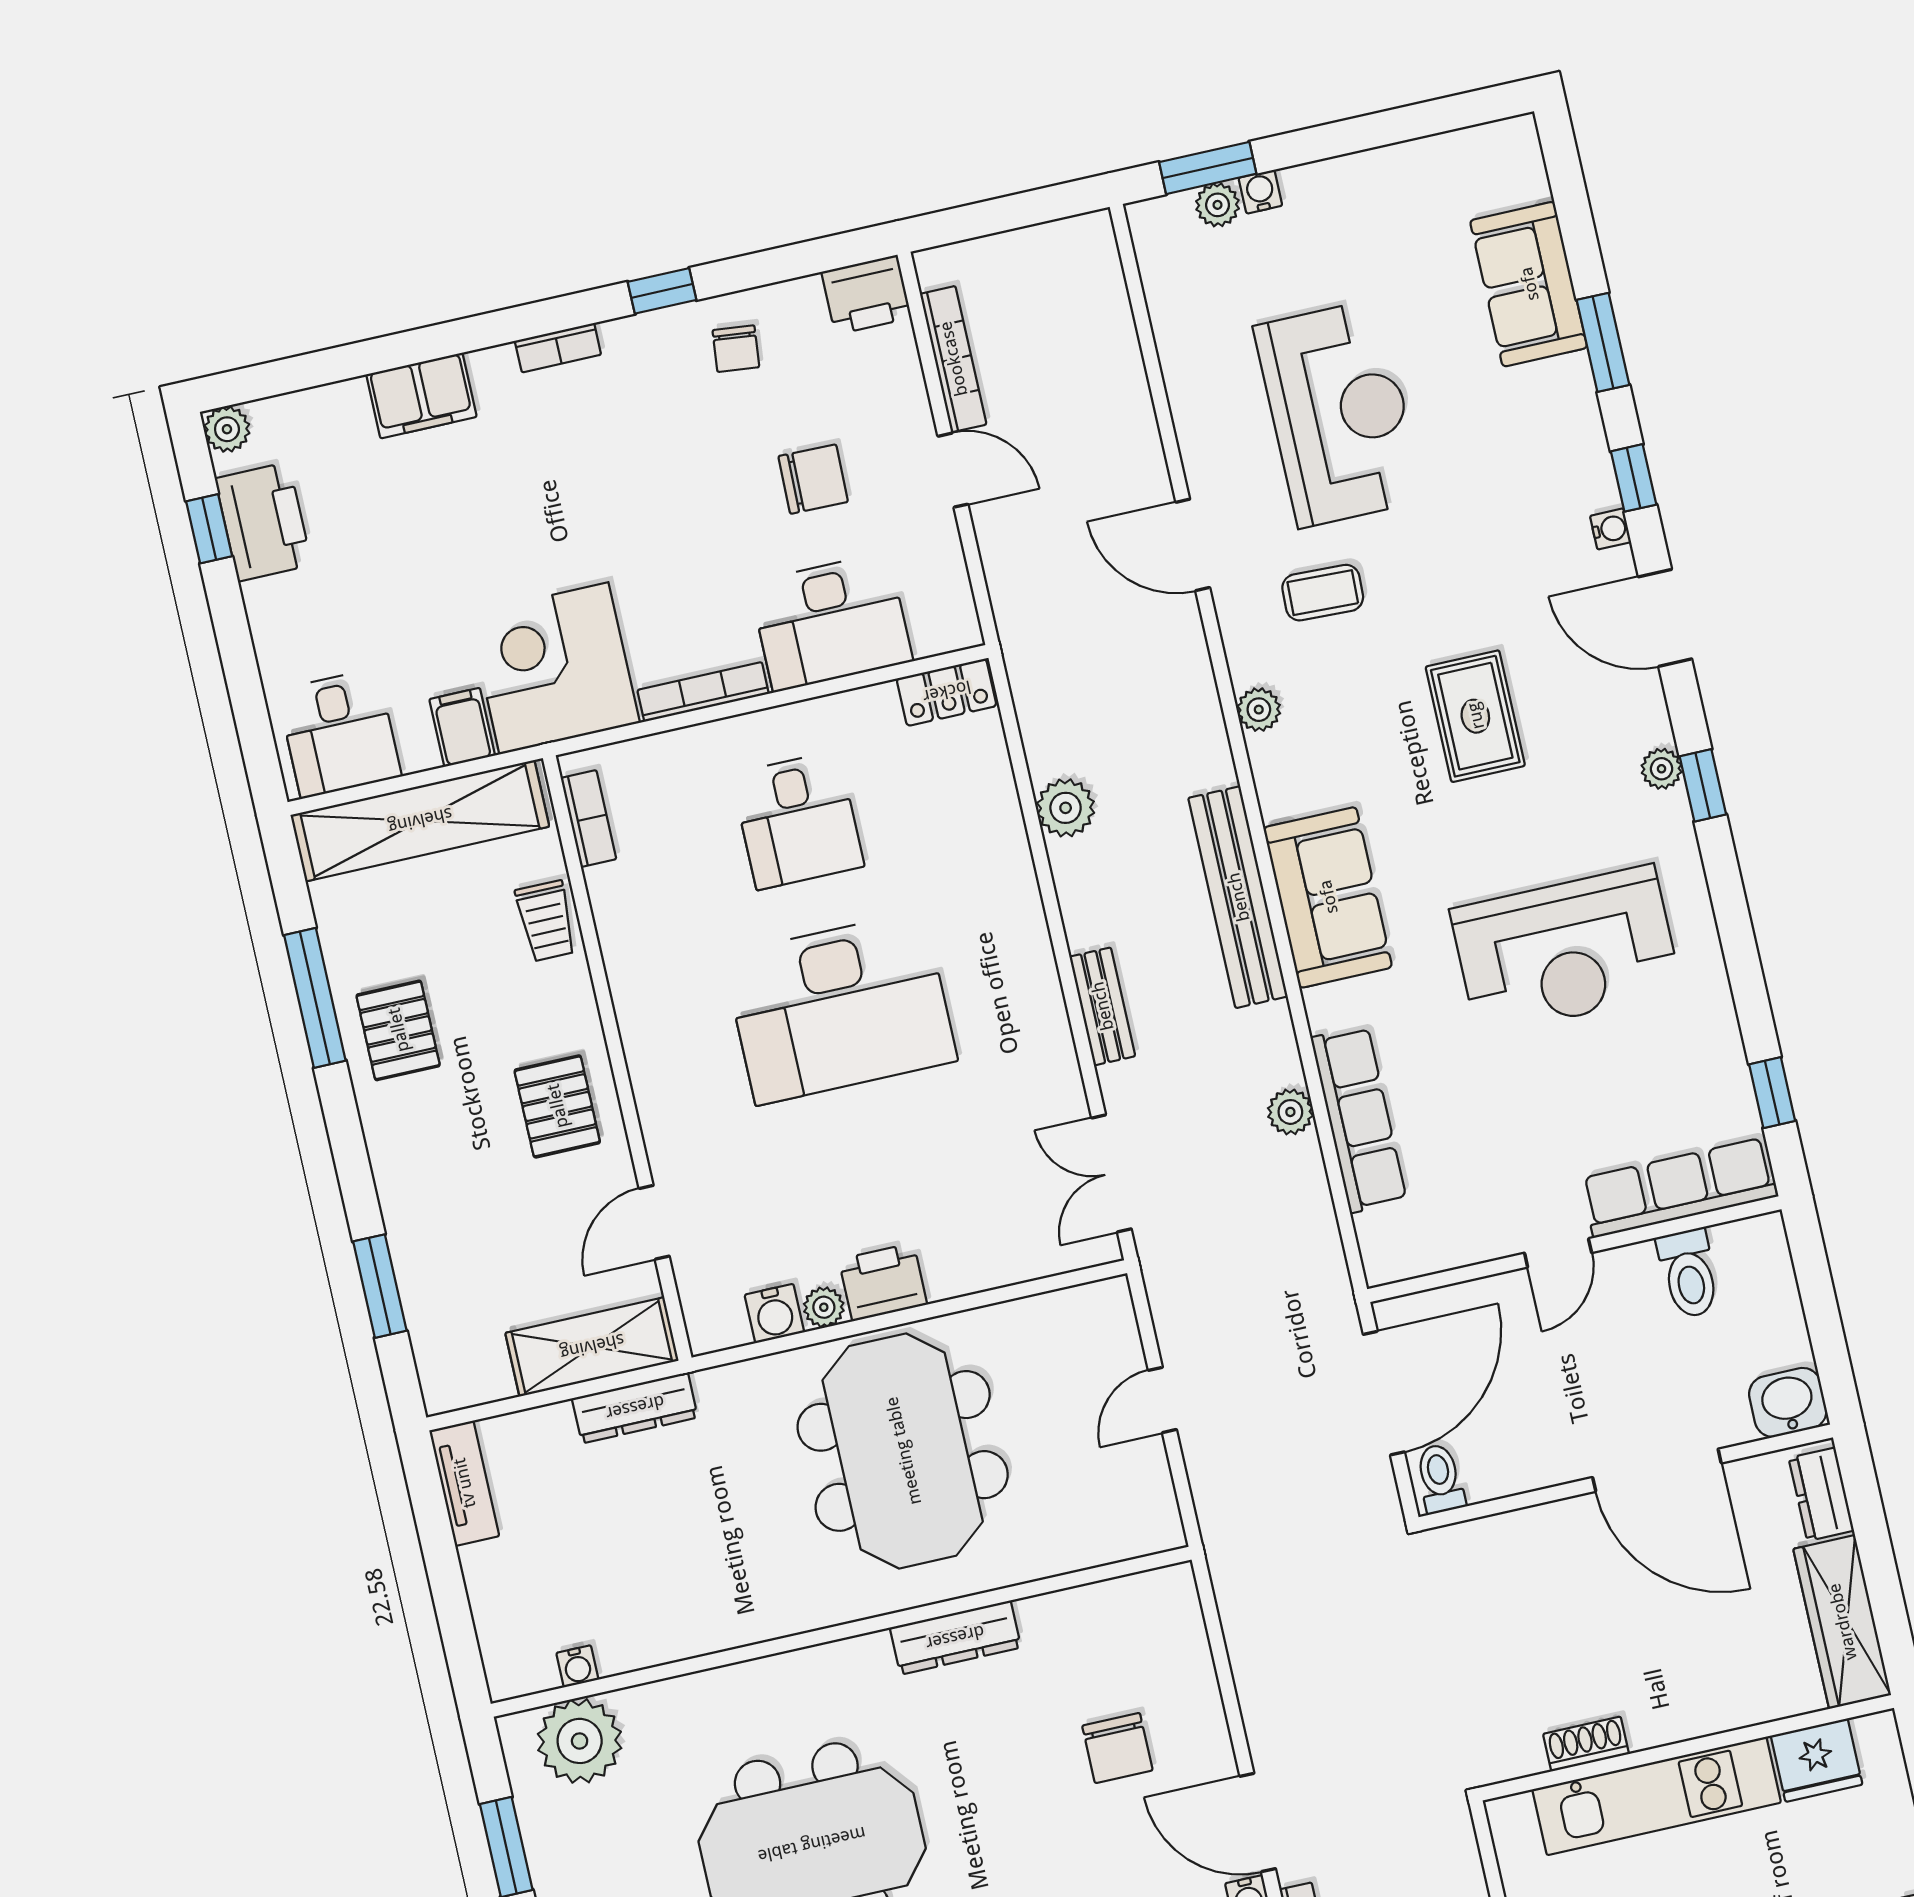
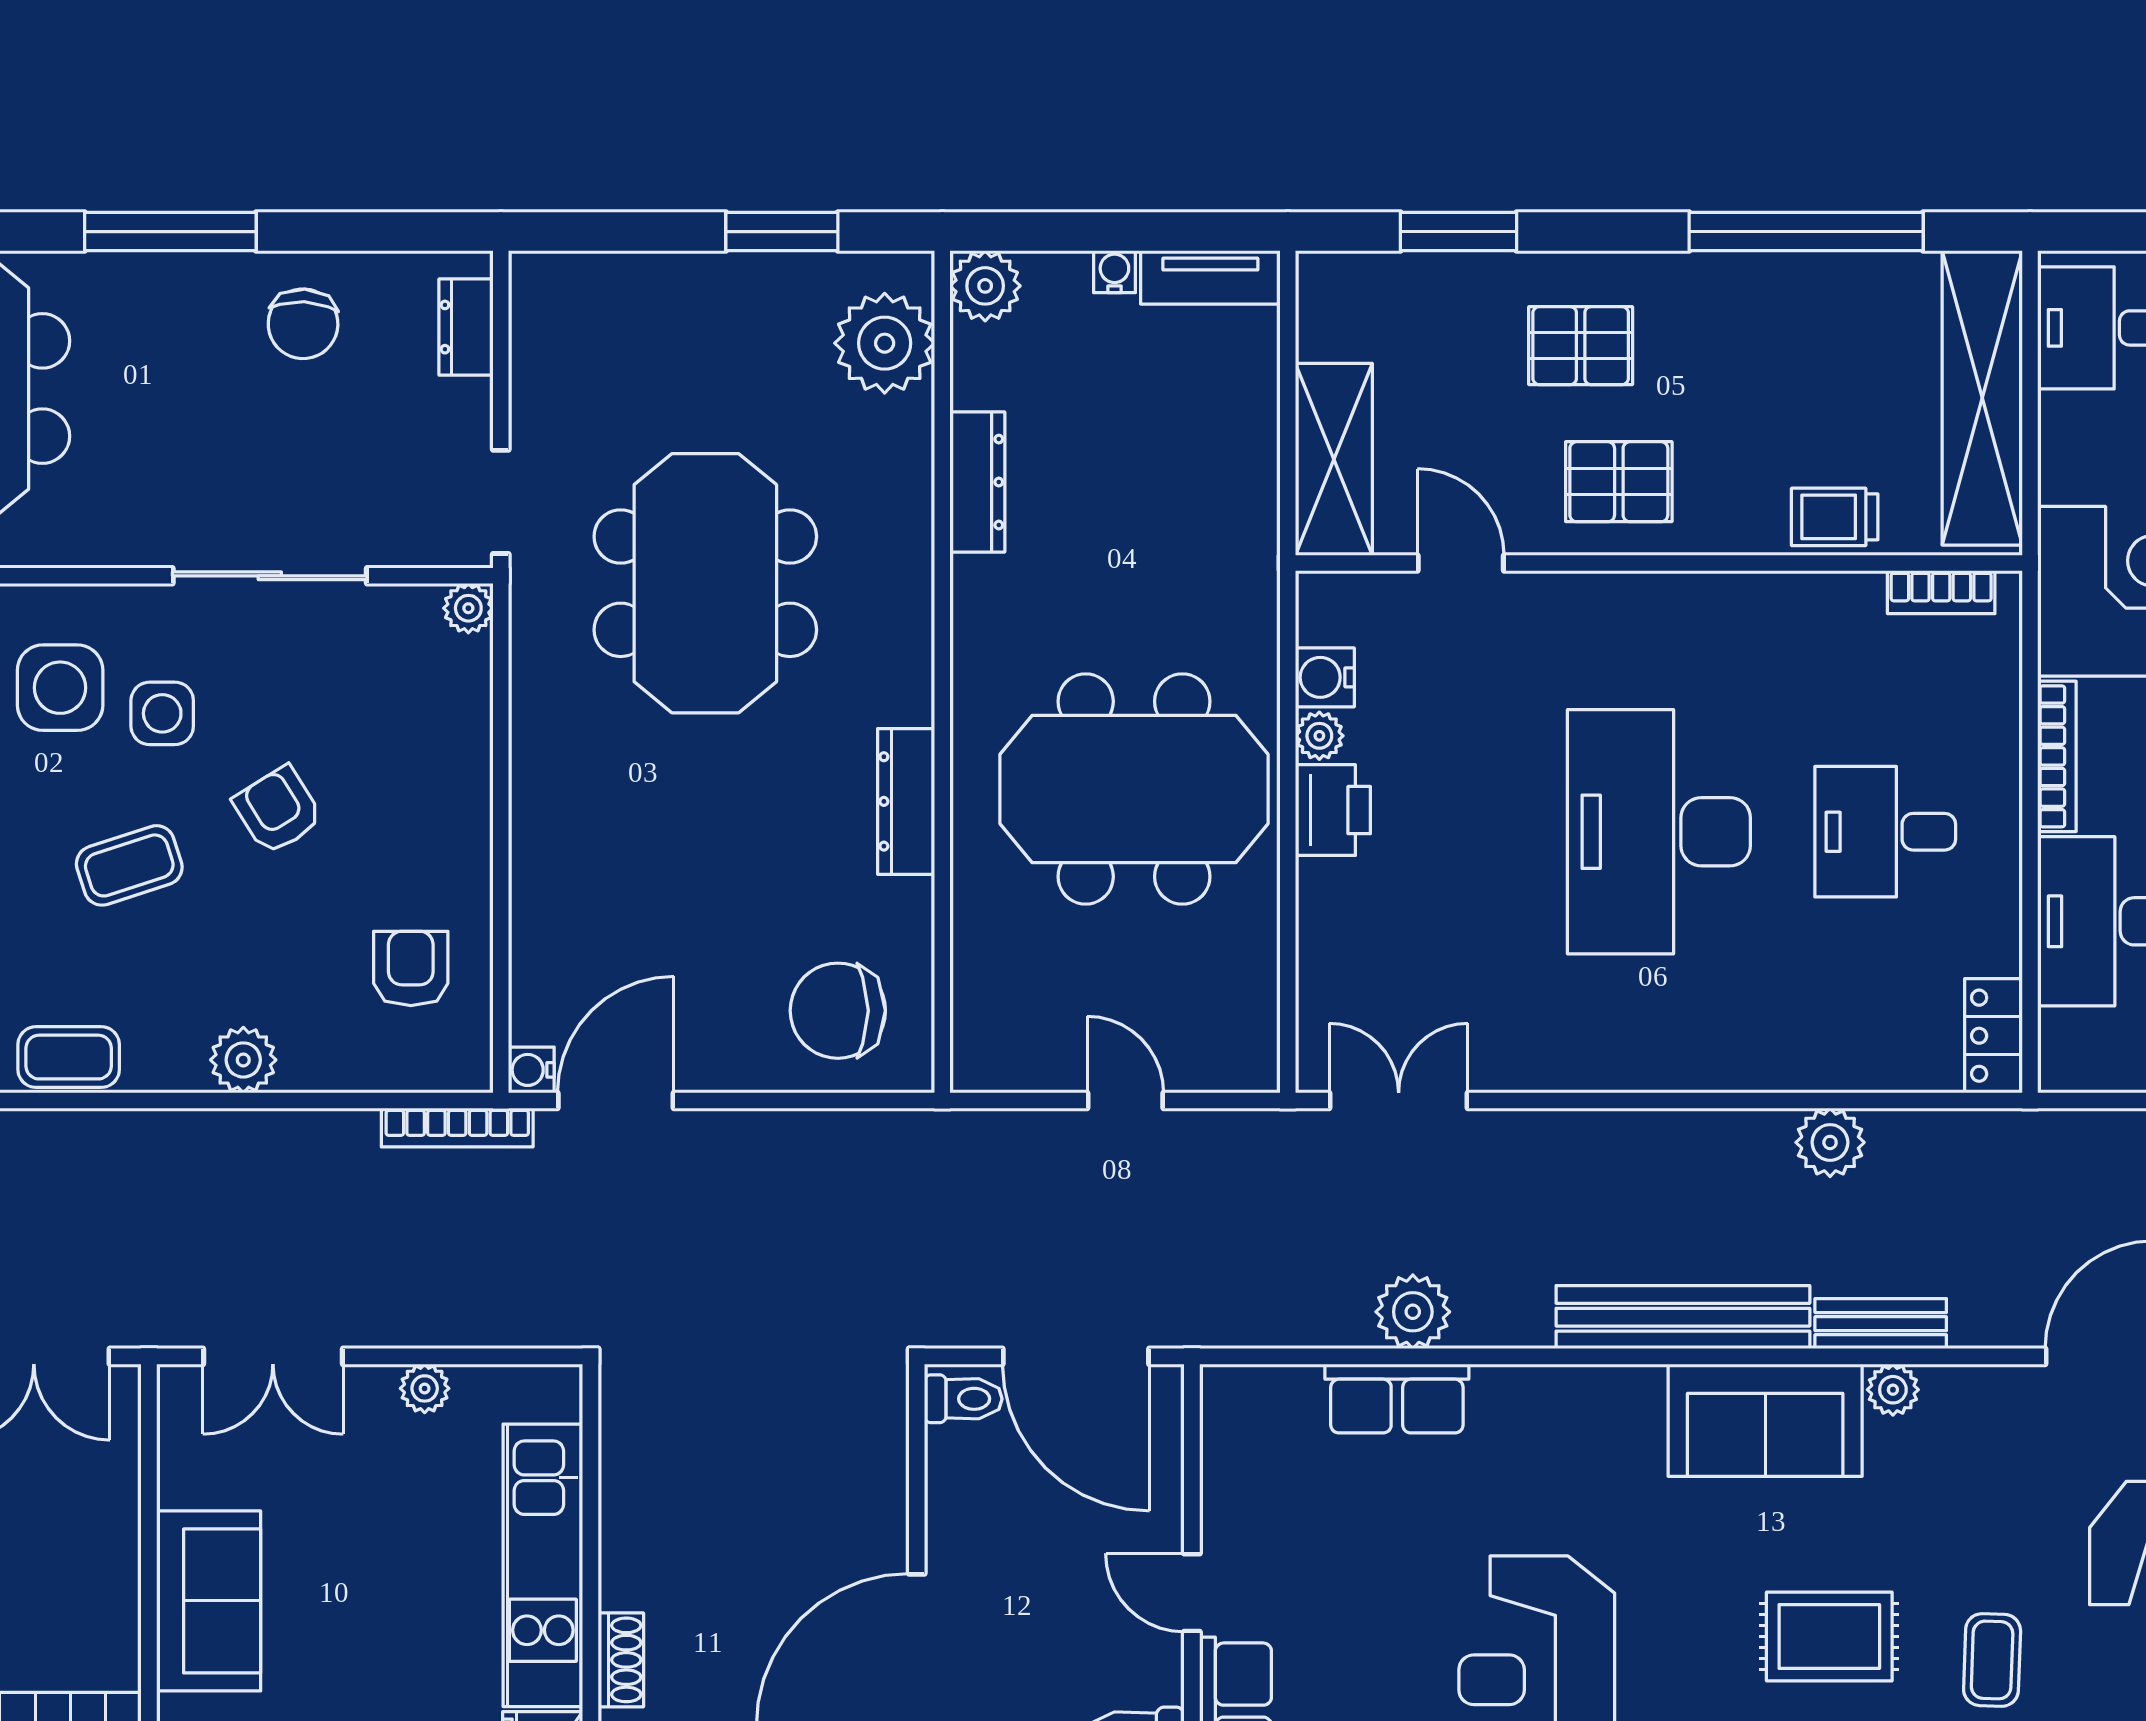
coffee table: (1323, 593) -> (1992, 1660), moved
filing cabinet: (462, 727) -> (2079, 471), removed
sofa: (1328, 897) -> (1765, 1420), moved
window: (315, 998) -> (1806, 232), width x1.46
bench: (1102, 1006) -> (1881, 1324), moved
pallet: (398, 1030) -> (1581, 346), moved
plant: (1290, 1112) -> (1413, 1312), width x1.38, depth x1.38
row of seats: (1359, 1119) -> (1397, 1398), width x0.68
dresser: (635, 1408) -> (977, 482), moved, turned 180
water cooler: (577, 1666) -> (1114, 272), moved, turned 90
plant: (513, 1668) -> (985, 286), added
shoe rack: (1586, 1744) -> (621, 1660), moved
chair: (1117, 1748) -> (838, 1011), moved, width x1.37, depth x1.37

